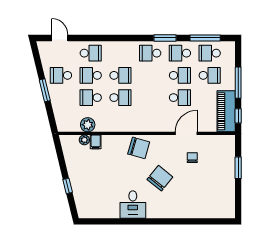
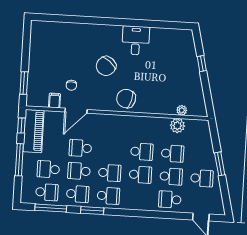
school desk: (120, 75) -> (140, 175), turned 180
school desk: (150, 75) -> (110, 173), added
school desk: (120, 98) -> (142, 152), turned 180
filing cabinet: (96, 142) -> (55, 101), moved
window: (238, 168) -> (24, 83), moved

